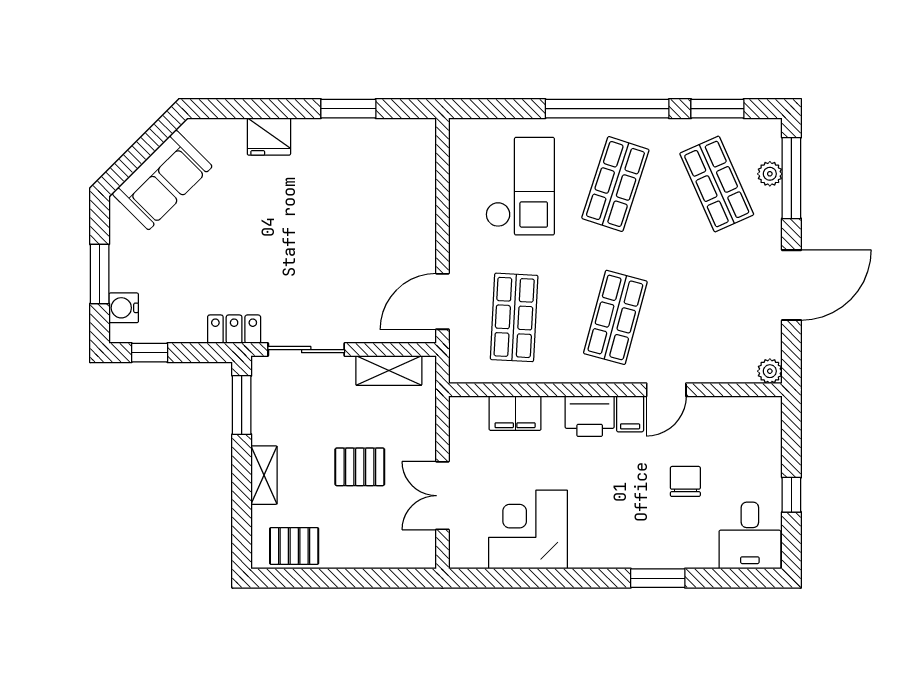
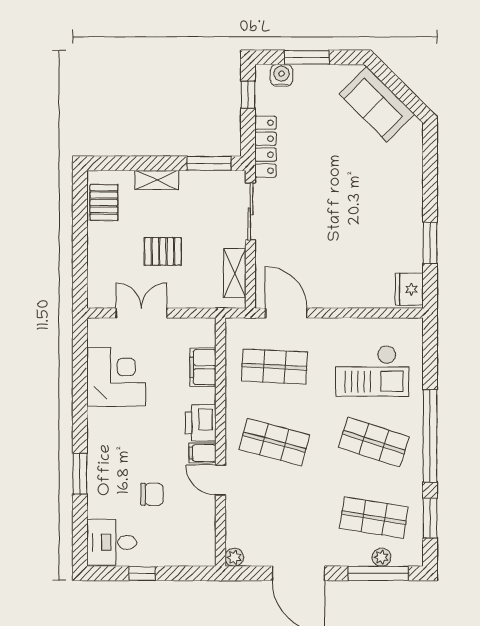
fridge: (269, 137) -> (409, 289), moved
shop shelf: (717, 184) -> (374, 518), turned 33
locker: (234, 329) -> (266, 147), width x1.53
pallet: (360, 467) -> (163, 251), turned 90

